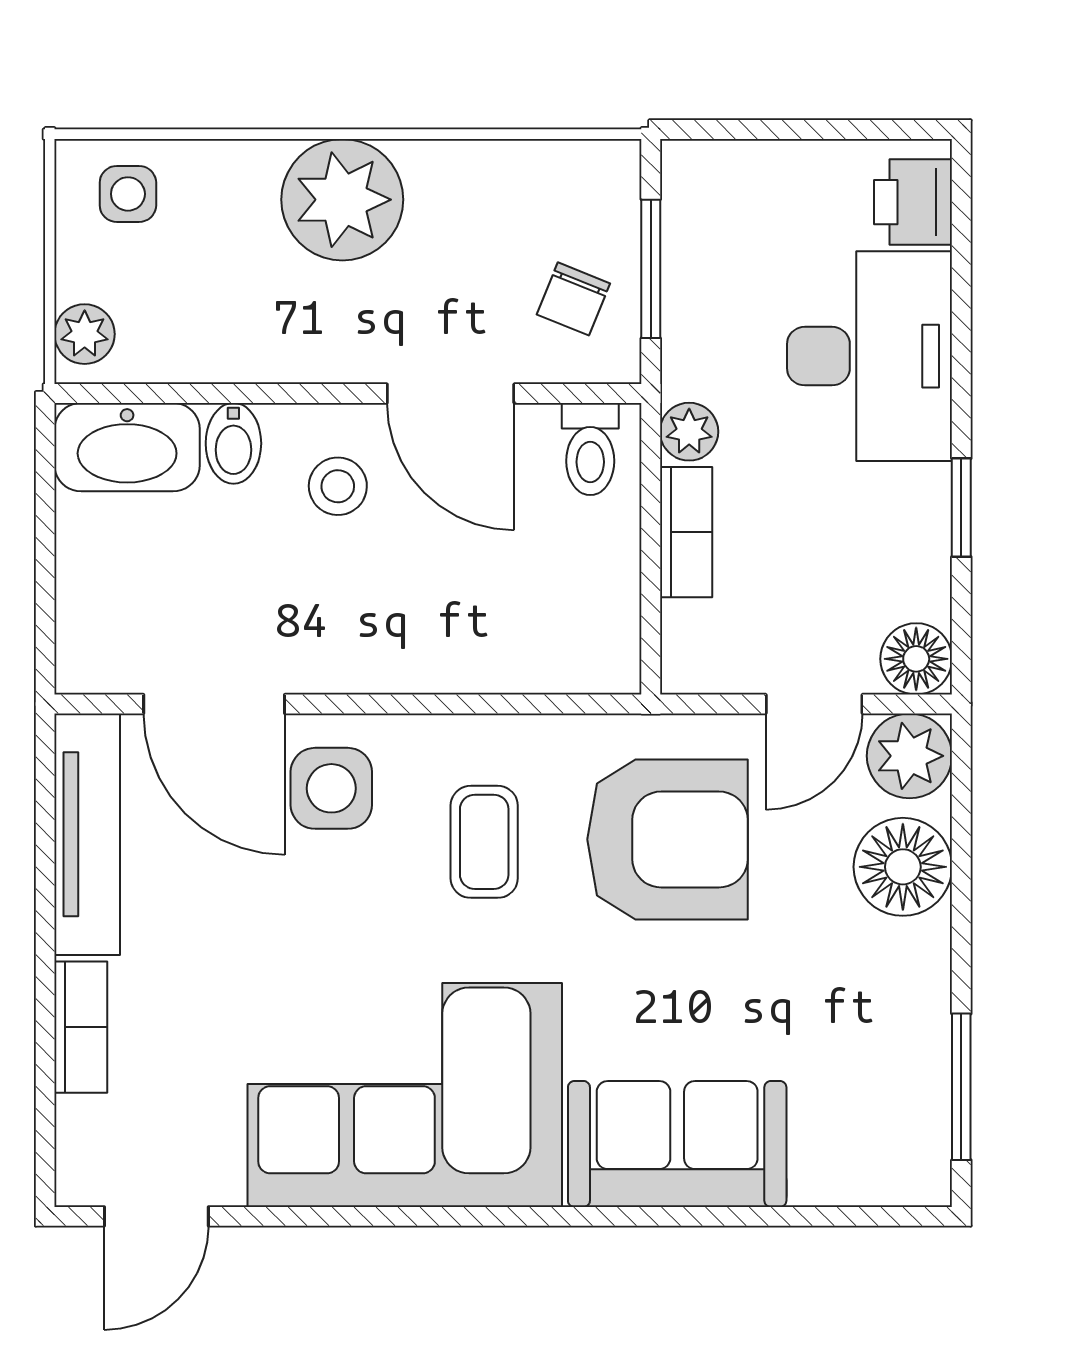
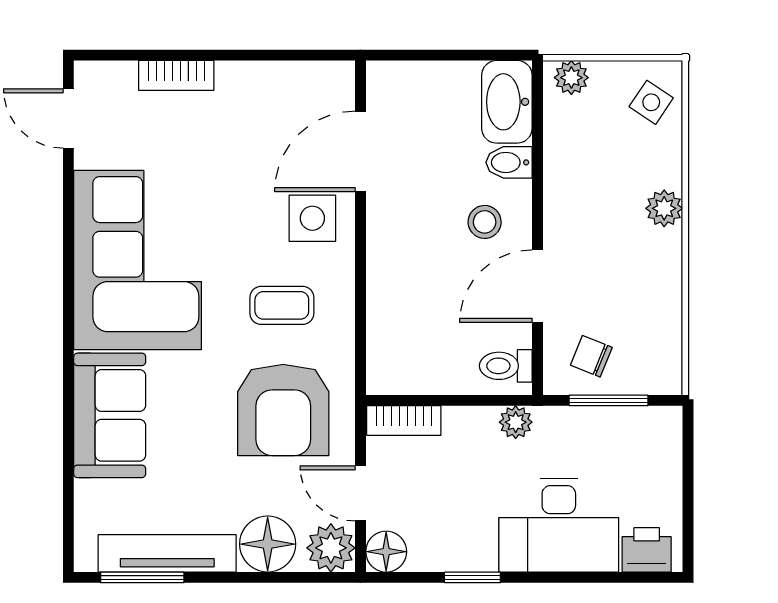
side table: (128, 194) -> (651, 102), turned 34
plant: (342, 200) -> (664, 208), width x0.53, depth x0.53
bookcase: (686, 532) -> (404, 421), moved
tv unit: (87, 834) -> (167, 553), moved, turned 180

